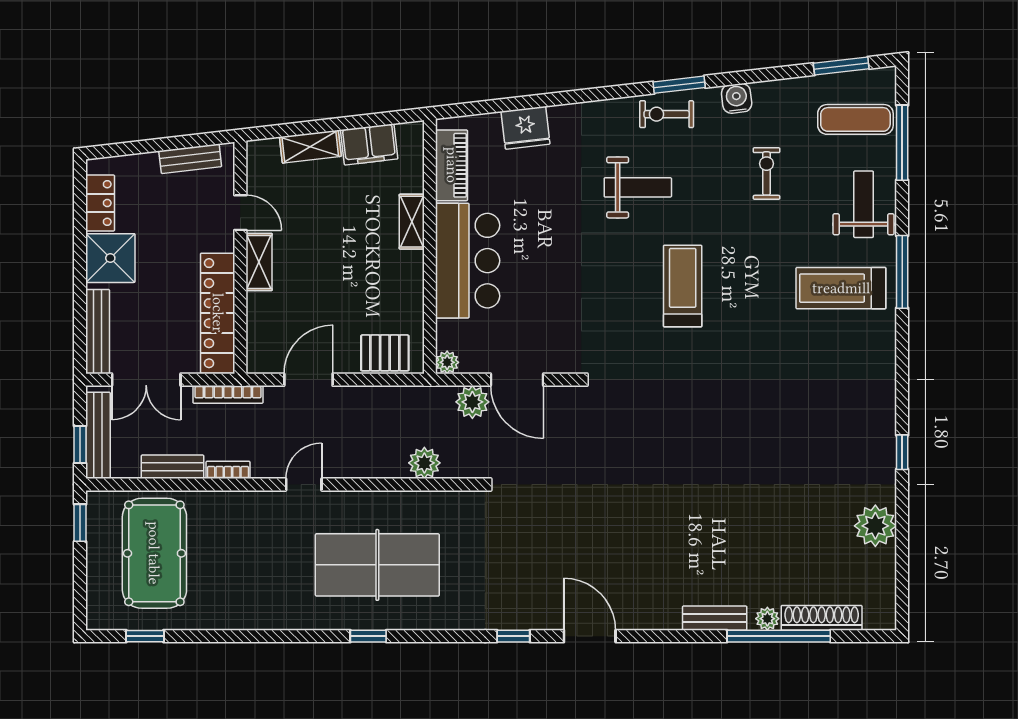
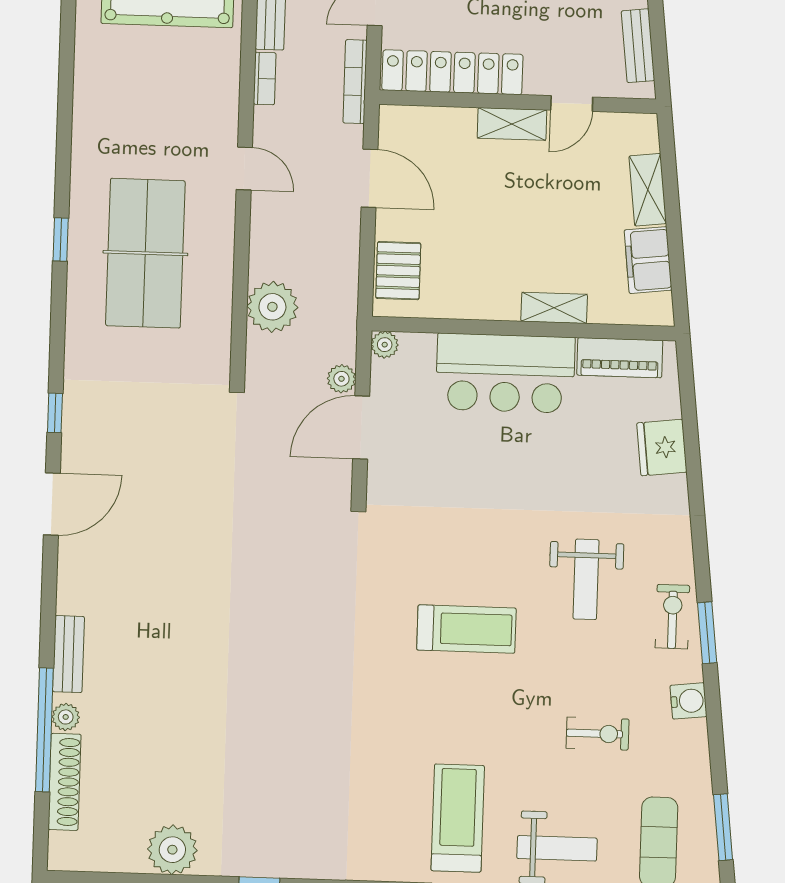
plant: (472, 402) -> (341, 379), width x0.73, depth x0.73
plant: (424, 463) -> (272, 307), width x1.36, depth x1.36

